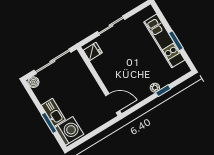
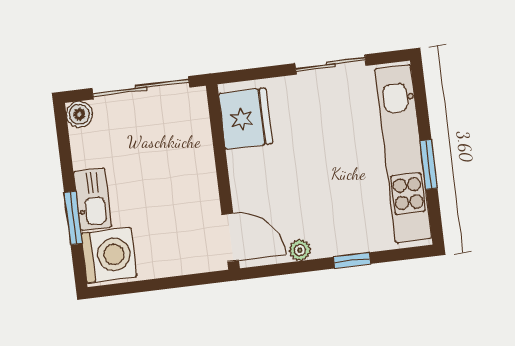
sliding door: (111, 26) -> (331, 65), moved
kitchen unit: (164, 41) -> (403, 154), width x1.36
fridge: (93, 52) -> (246, 119), width x1.88, depth x1.34
plant: (155, 88) -> (300, 250), moved

